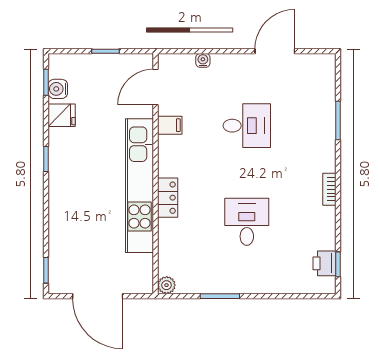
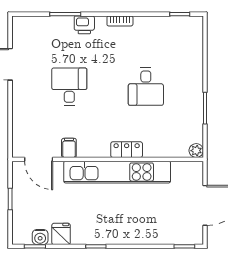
water cooler: (203, 60) -> (17, 122), removed
desk: (247, 222) -> (146, 87), turned -90
printer: (324, 263) -> (84, 25), moved

